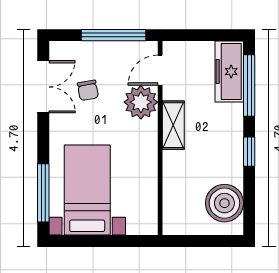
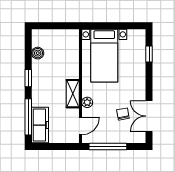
plant: (141, 102) -> (87, 102), width x0.53, depth x0.53
bed with nightstands: (87, 190) -> (104, 56), moved
window: (43, 193) -> (149, 54), width x0.46
boiler: (224, 203) -> (38, 53), width x0.54, depth x0.54

